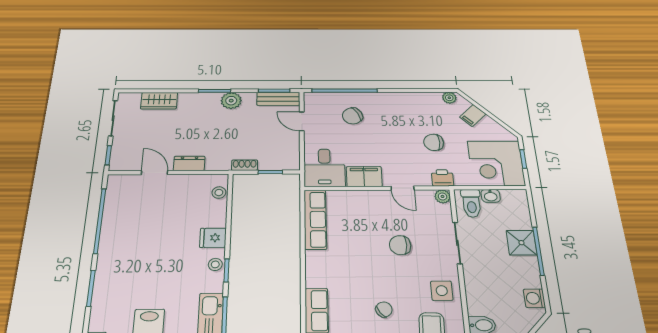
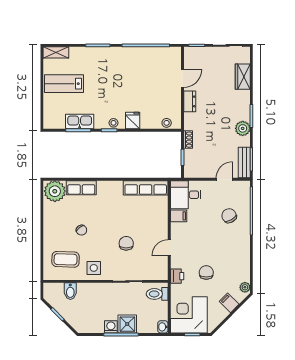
filing cabinet: (364, 176) -> (179, 216), width x0.50
plant: (443, 196) -> (163, 275), removed
washbasin: (491, 196) -> (163, 327), moved
washing machine: (534, 298) -> (111, 327), moved

